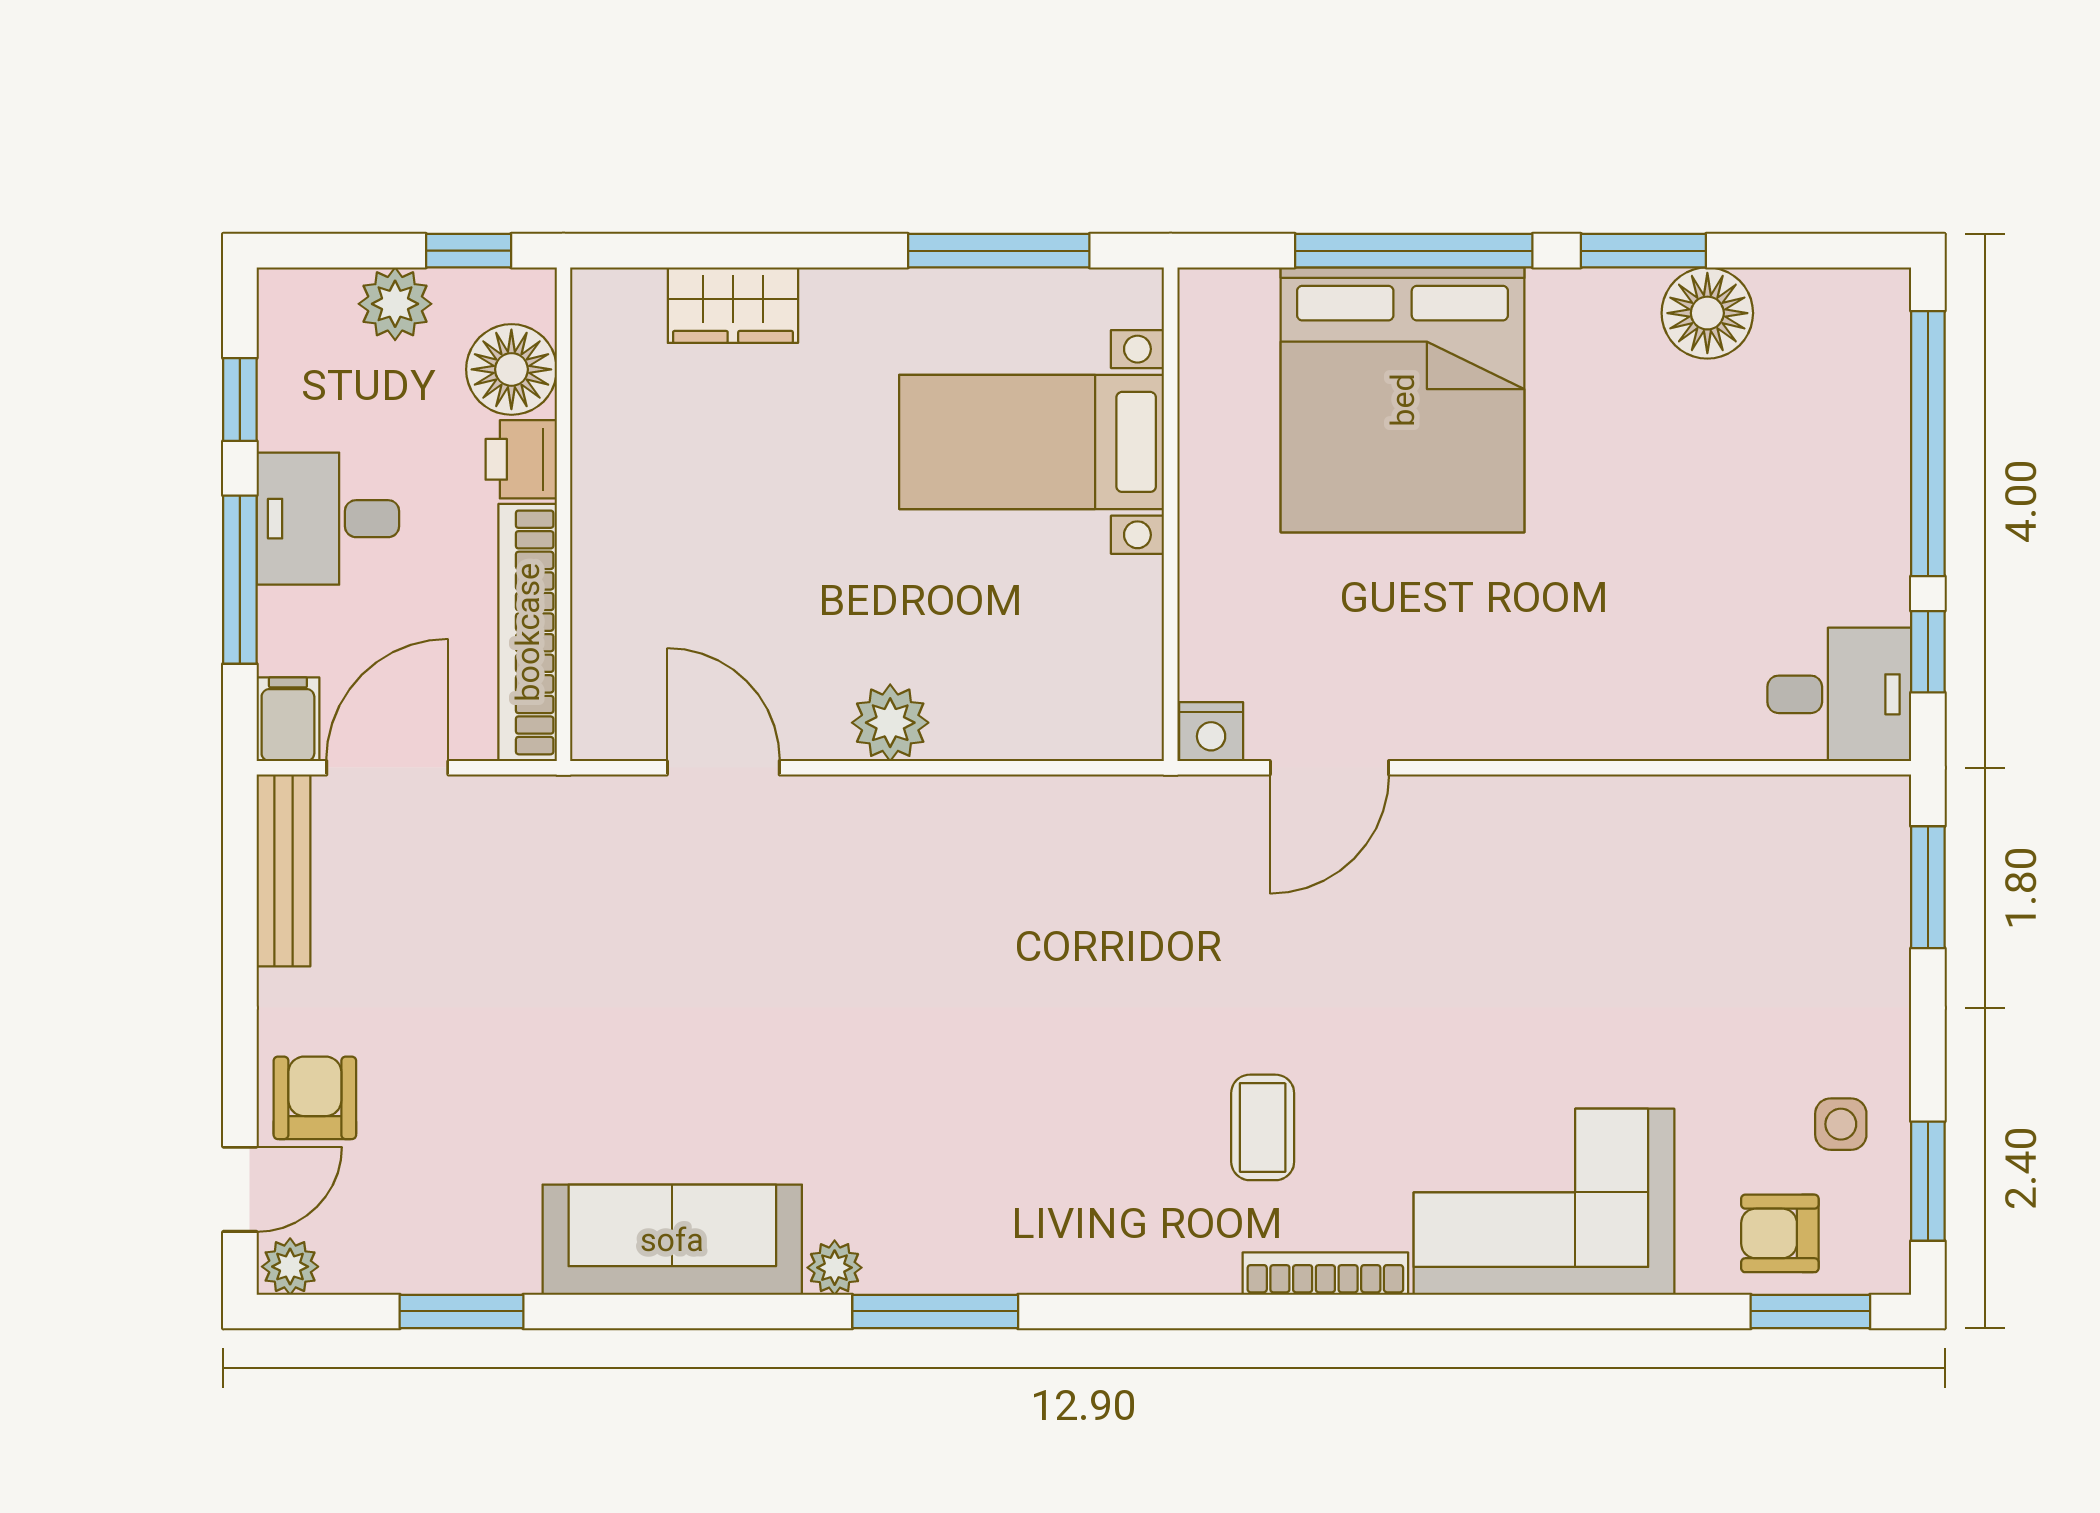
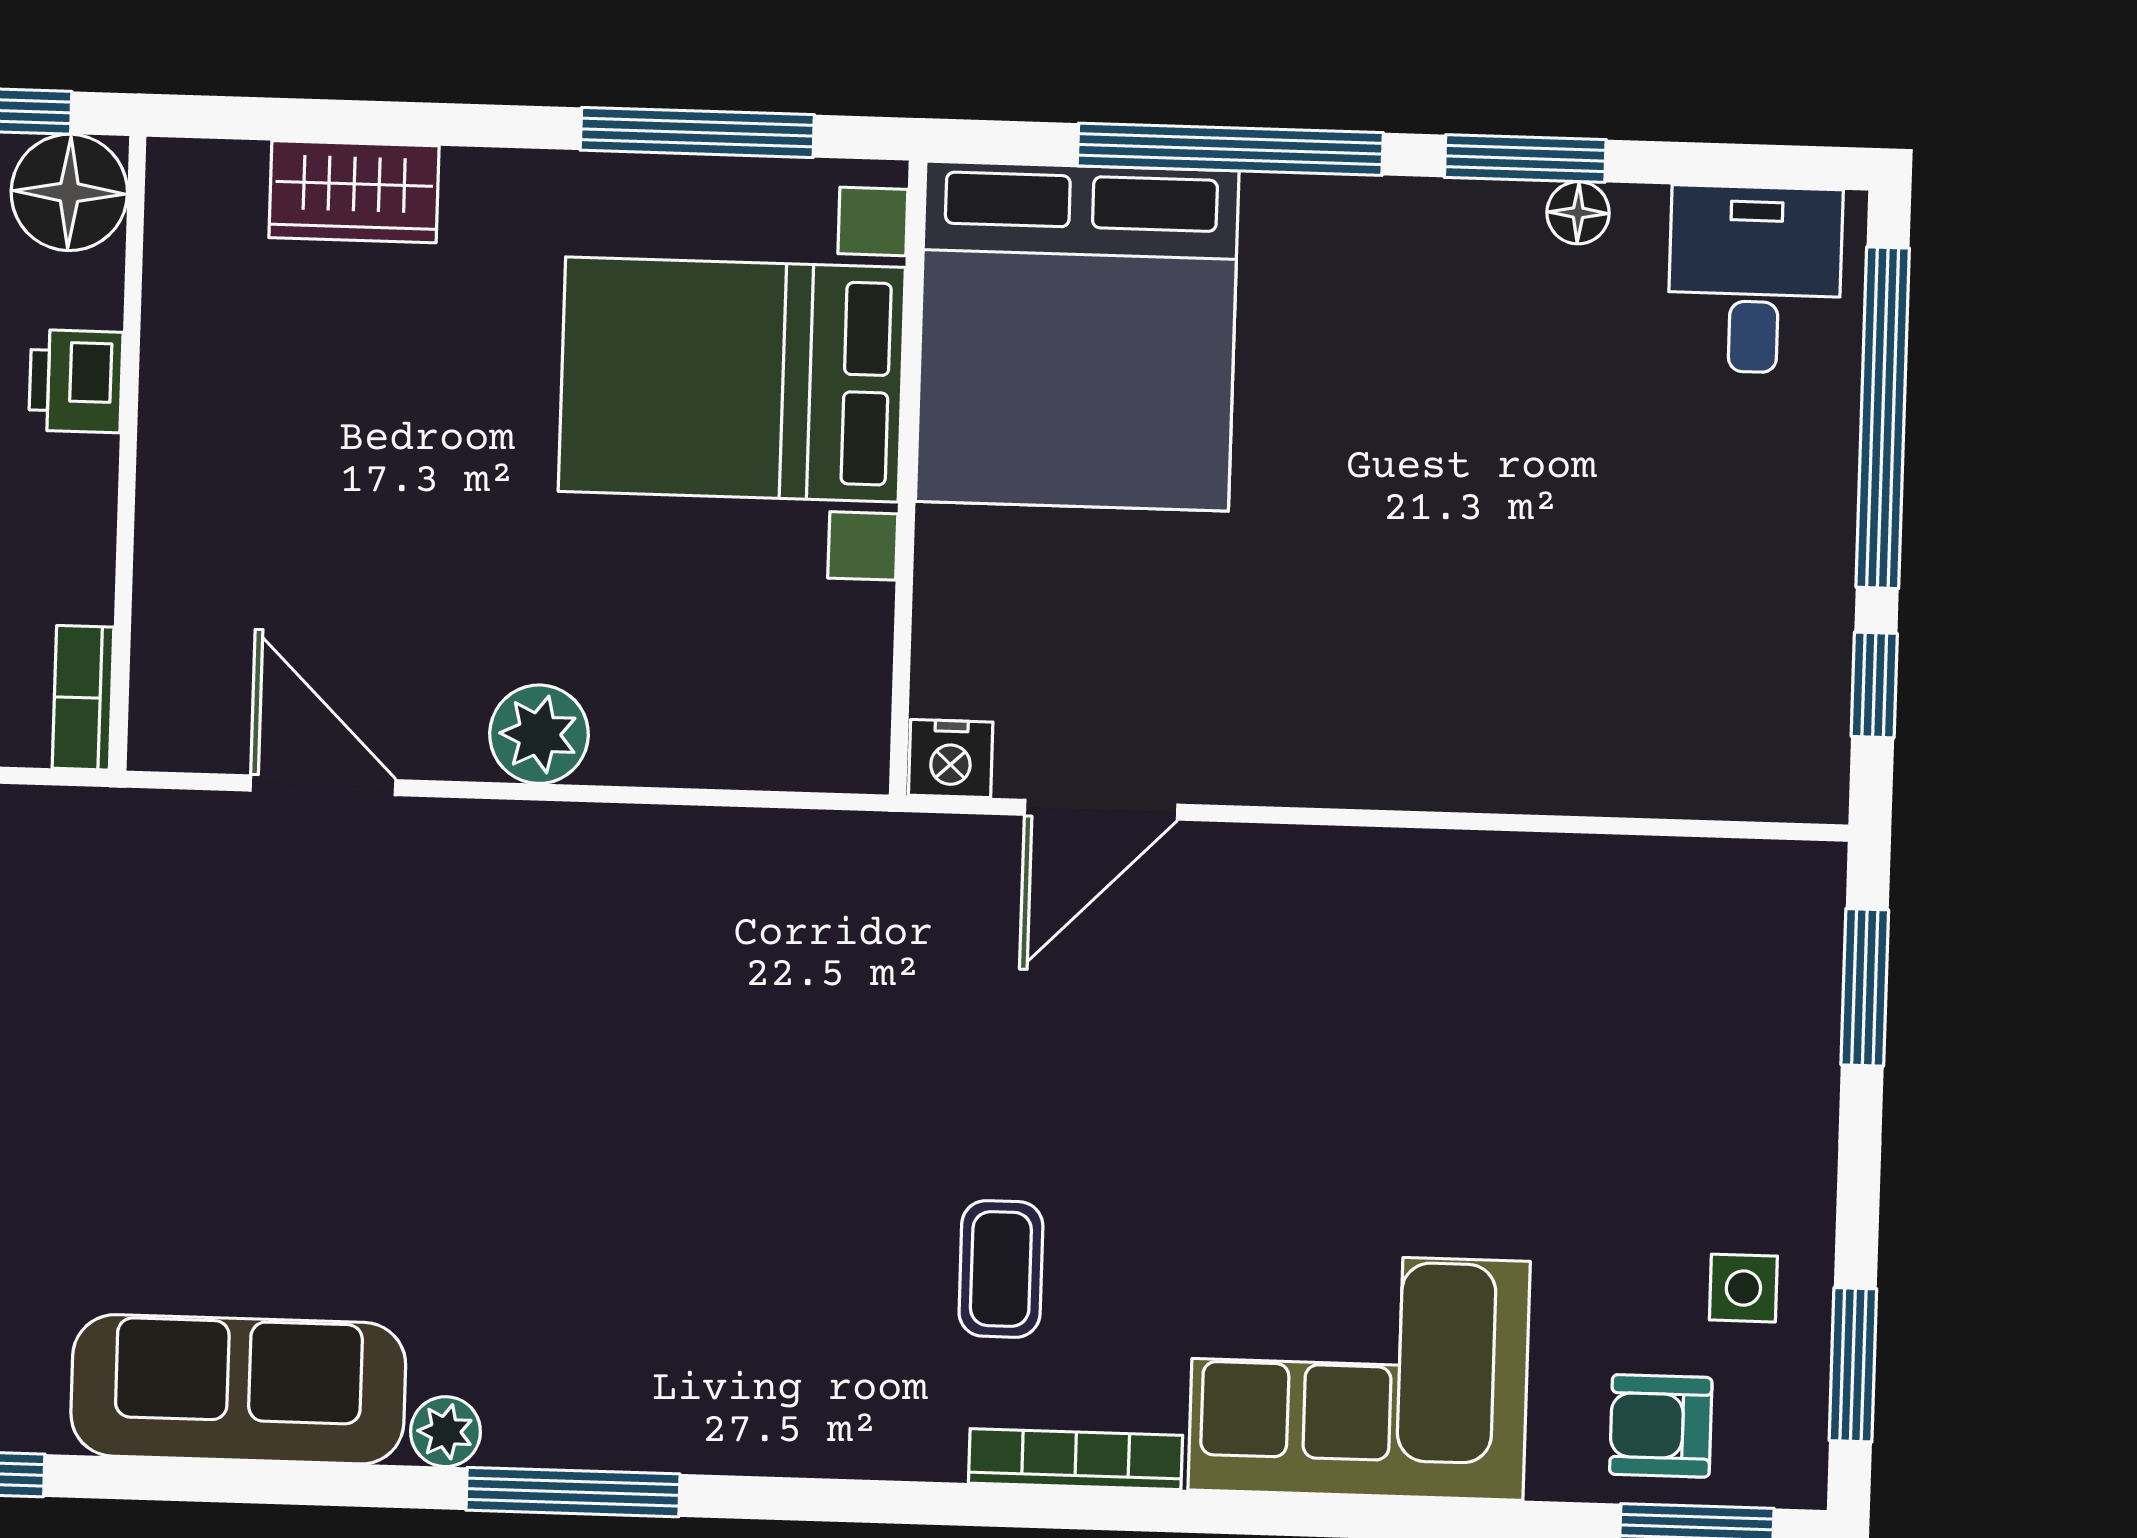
floor lamp: (1707, 313) -> (1578, 213), width x0.53, depth x0.53
floor lamp: (511, 369) -> (69, 192), moved
bed: (1403, 400) -> (1077, 336), moved
bed with nightstands: (1032, 442) -> (732, 379), width x1.36
bookcase: (528, 632) -> (83, 698), width x0.43, depth x0.76
desk: (1839, 694) -> (1755, 280), moved, turned -90

